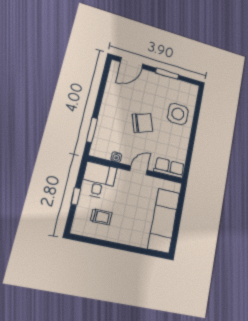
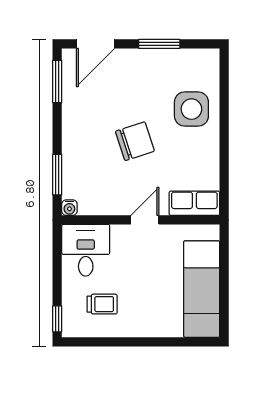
window: (105, 77) -> (57, 82), added
water cooler: (116, 157) -> (69, 208), moved
window: (76, 196) -> (57, 319), moved

